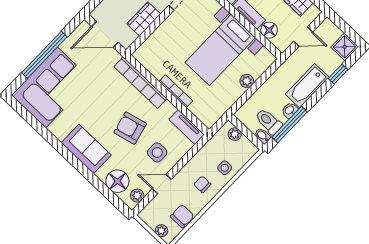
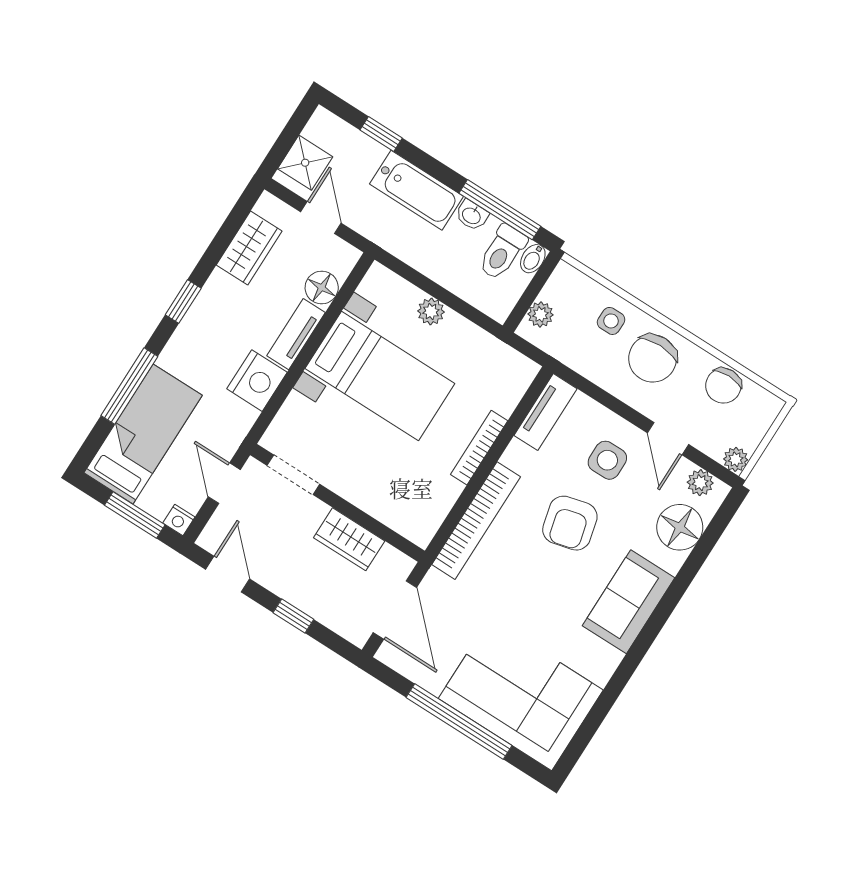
shower: (345, 47) -> (305, 163), moved
chair: (202, 184) -> (653, 358), width x1.87, depth x1.87
chair: (182, 216) -> (723, 386), turned -90
plant: (161, 231) -> (736, 459), moved

